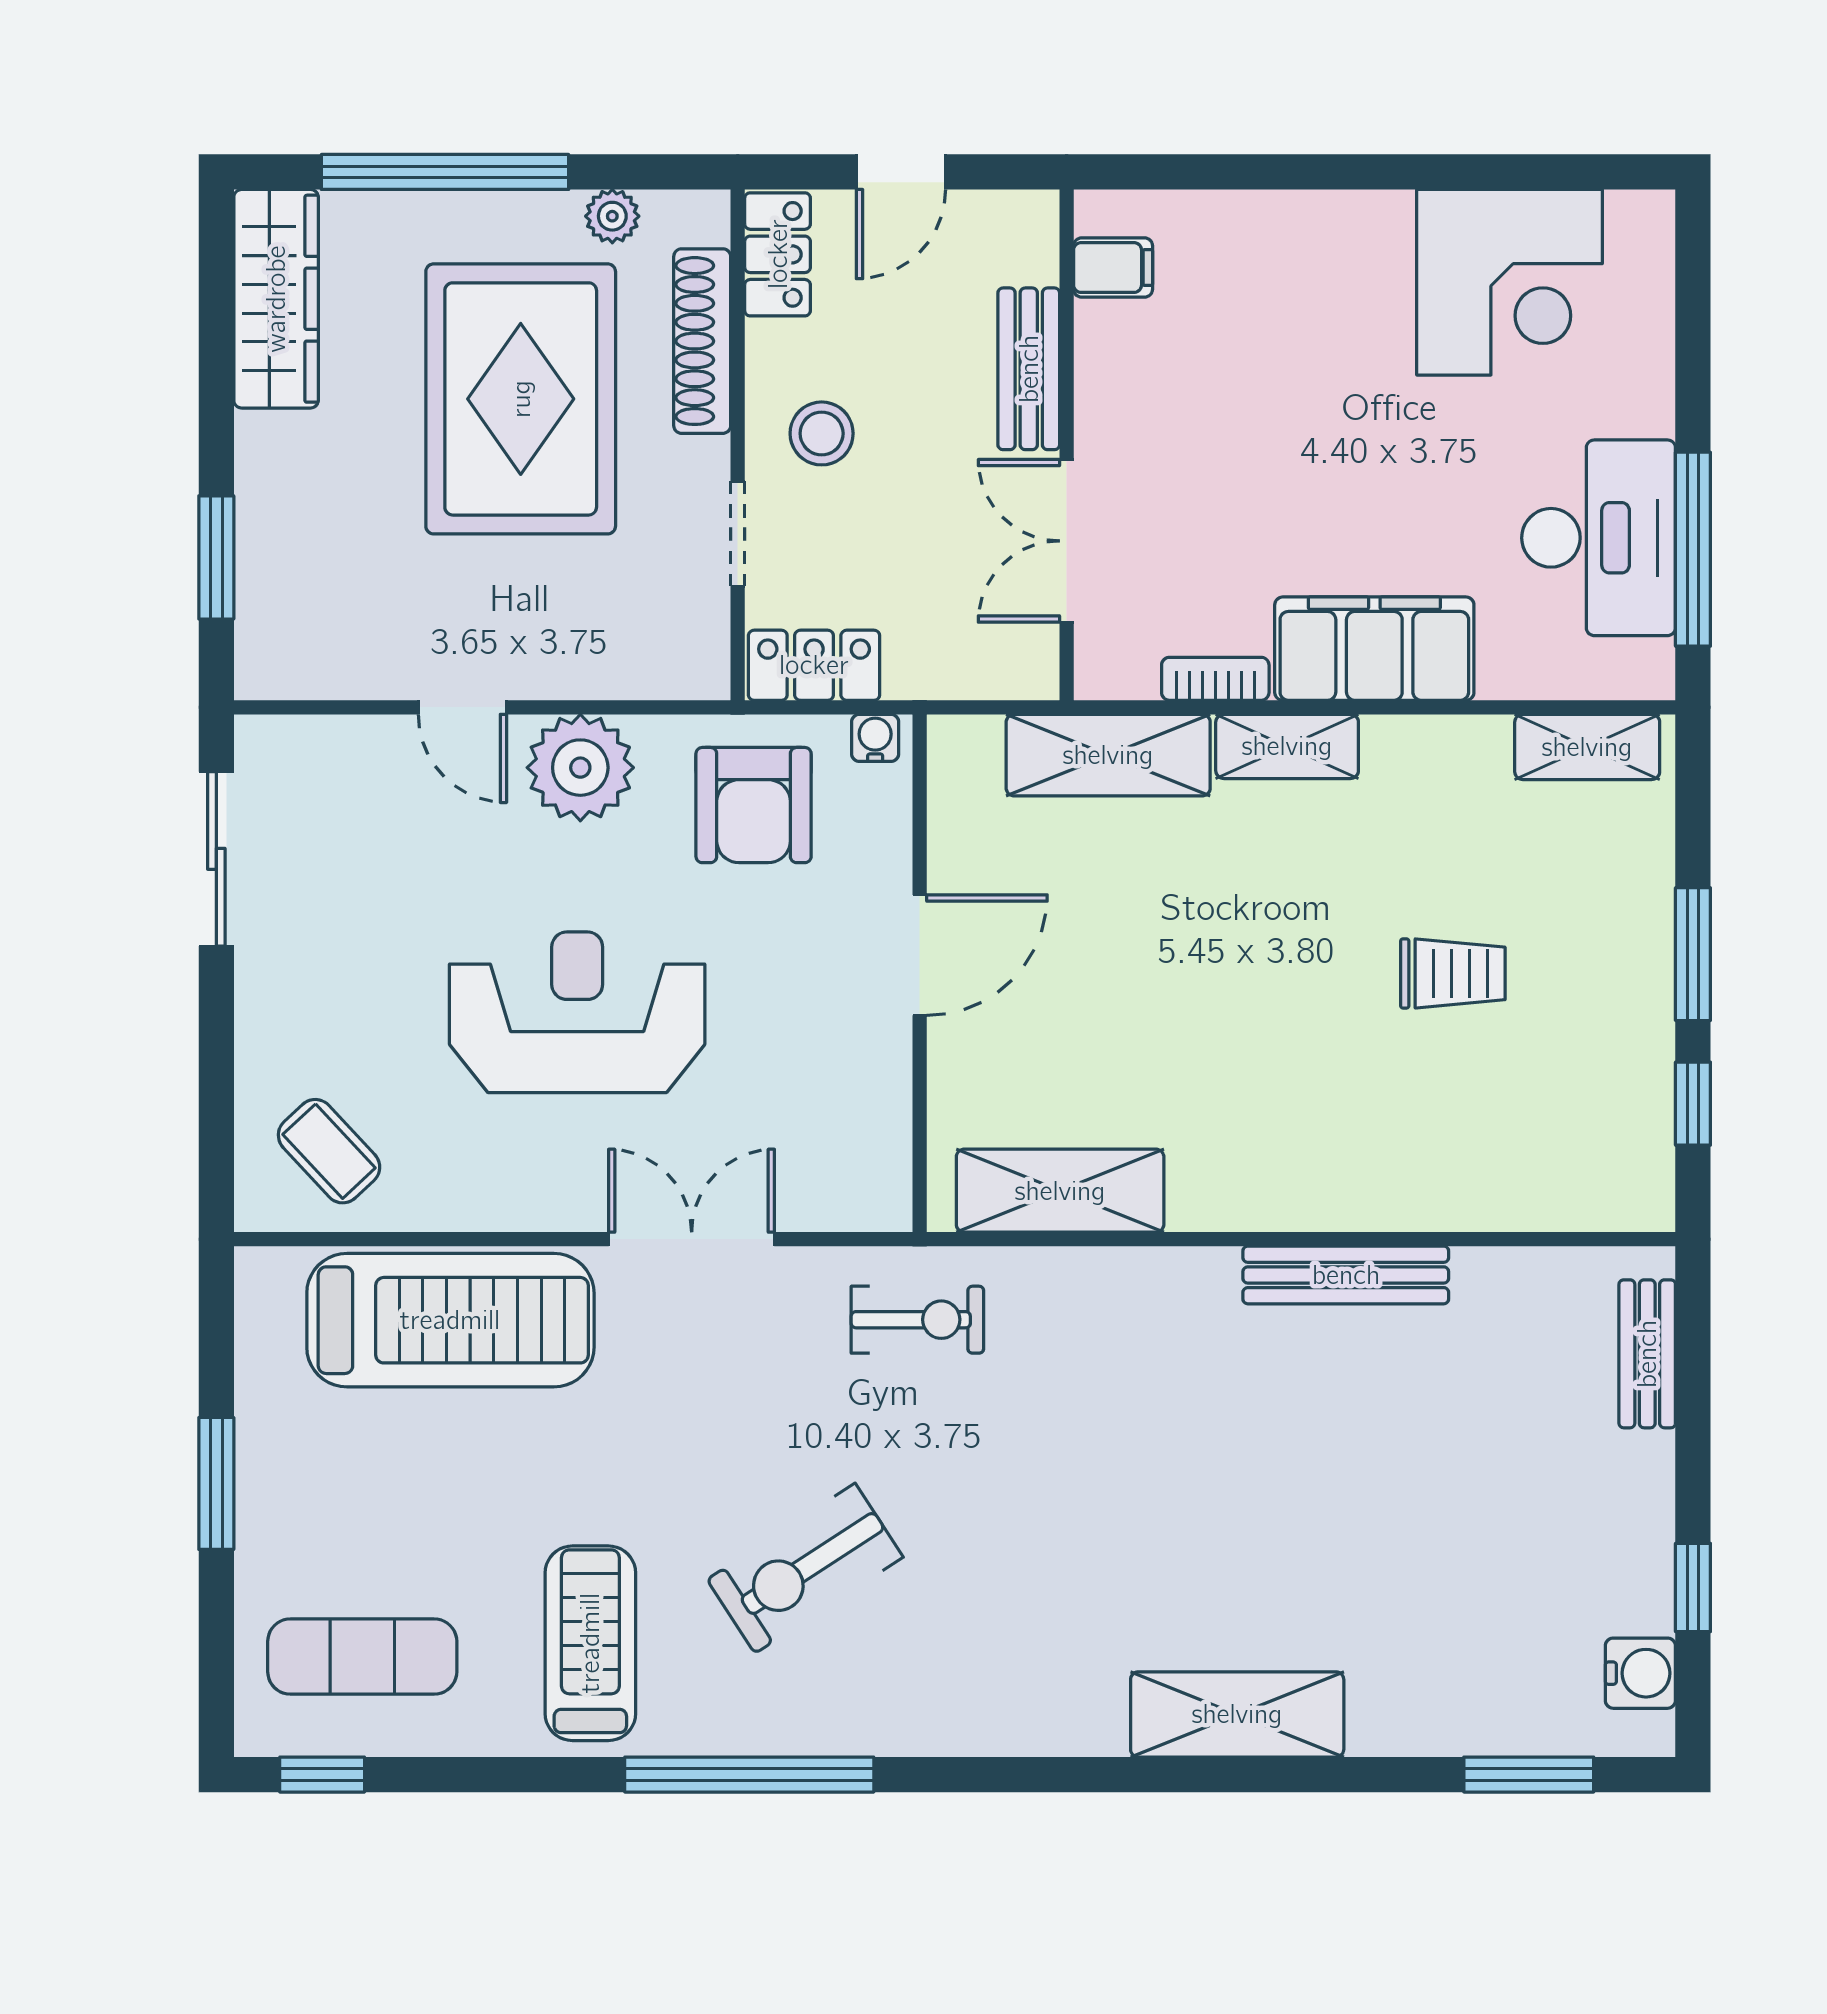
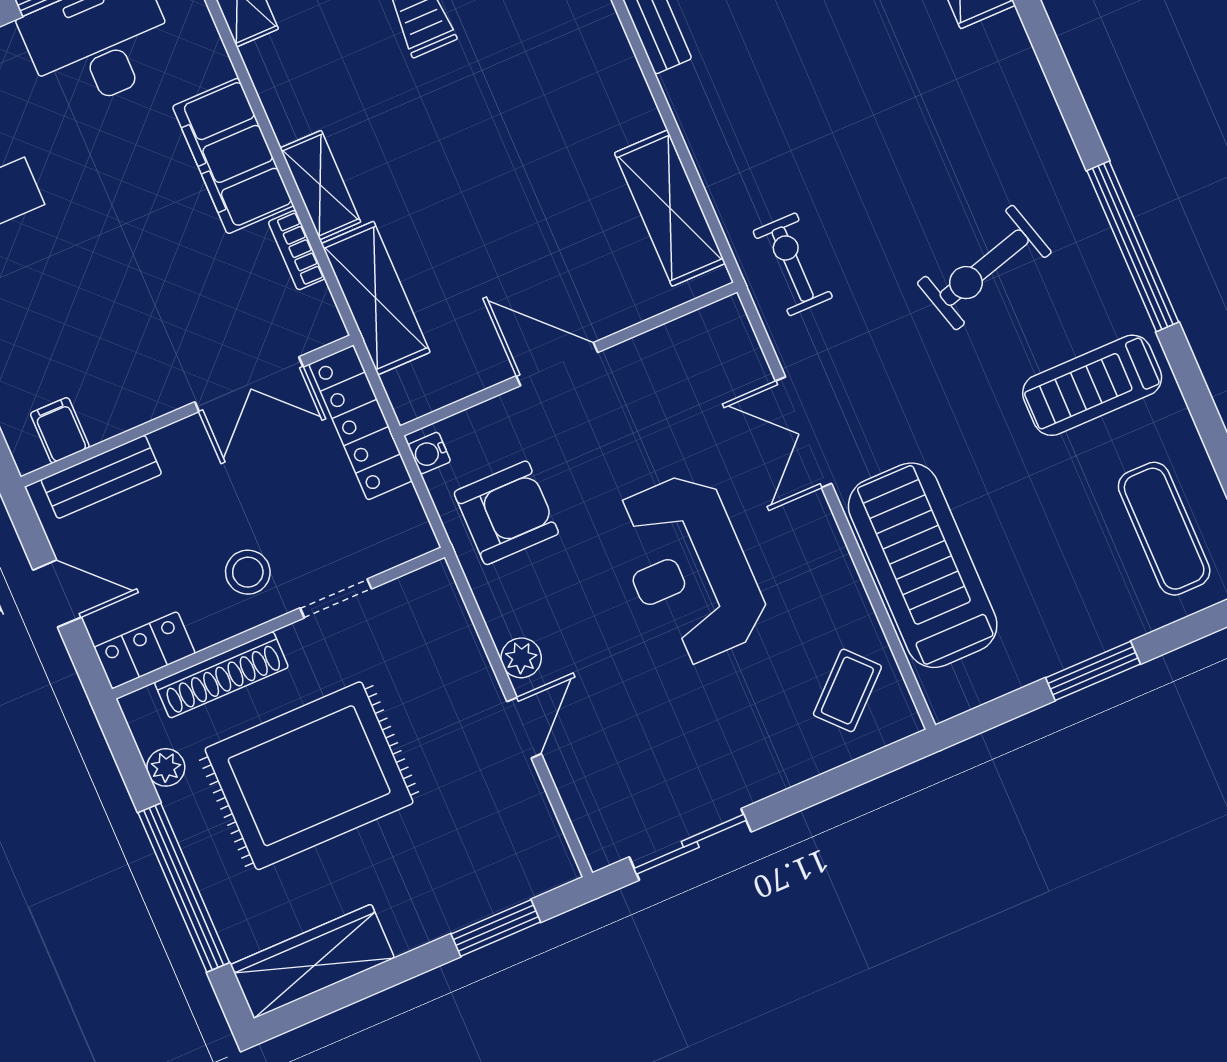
bench: (1029, 369) -> (101, 477), moved
locker: (814, 665) -> (361, 423), moved, width x1.53
plant: (580, 768) -> (521, 658), width x0.53, depth x0.53
exercise bike: (805, 1568) -> (984, 268), turned 107

